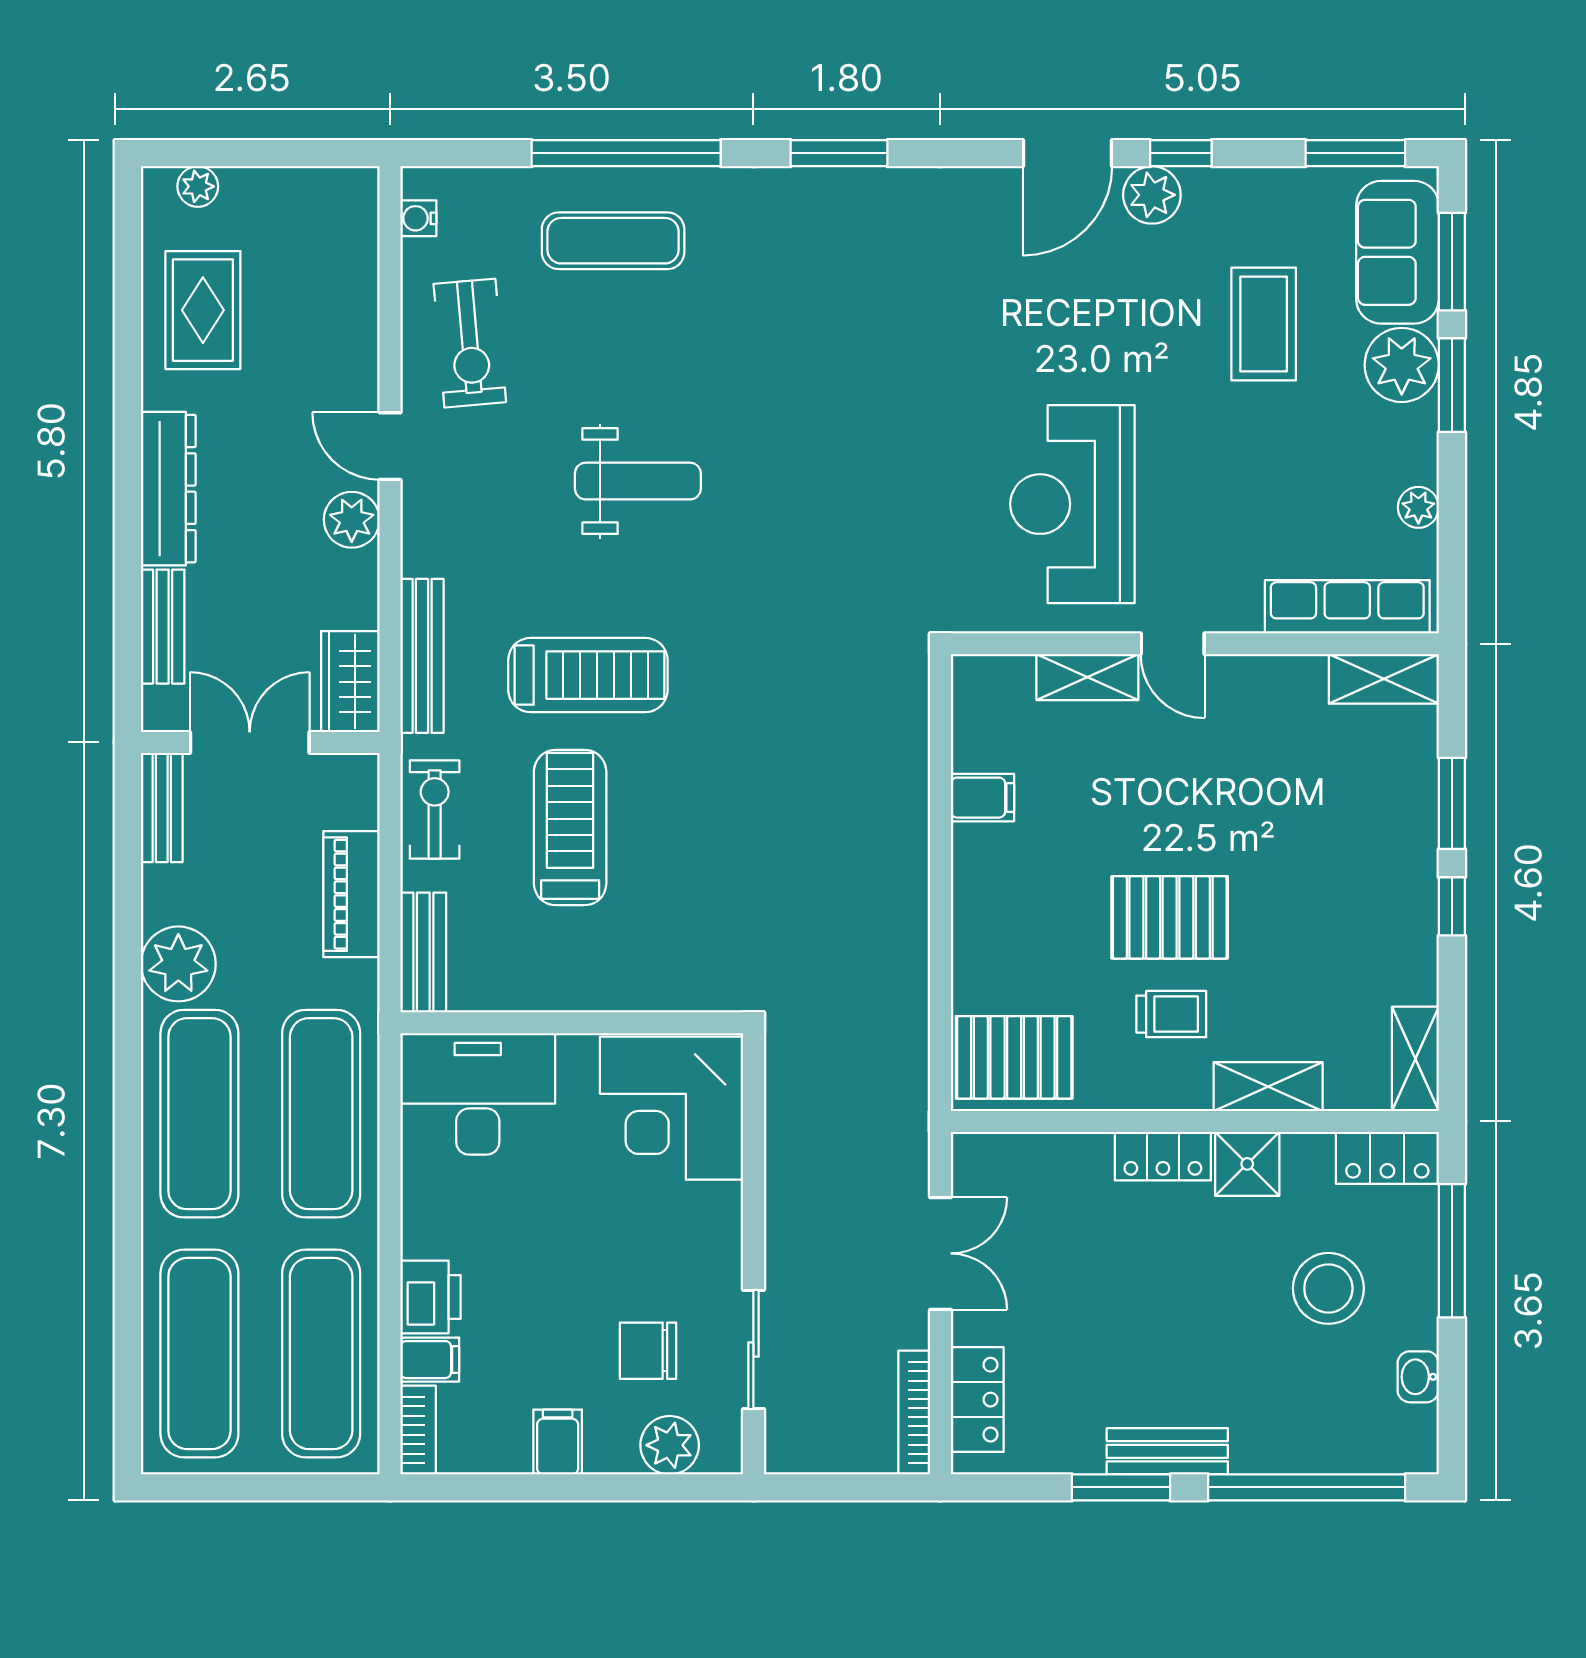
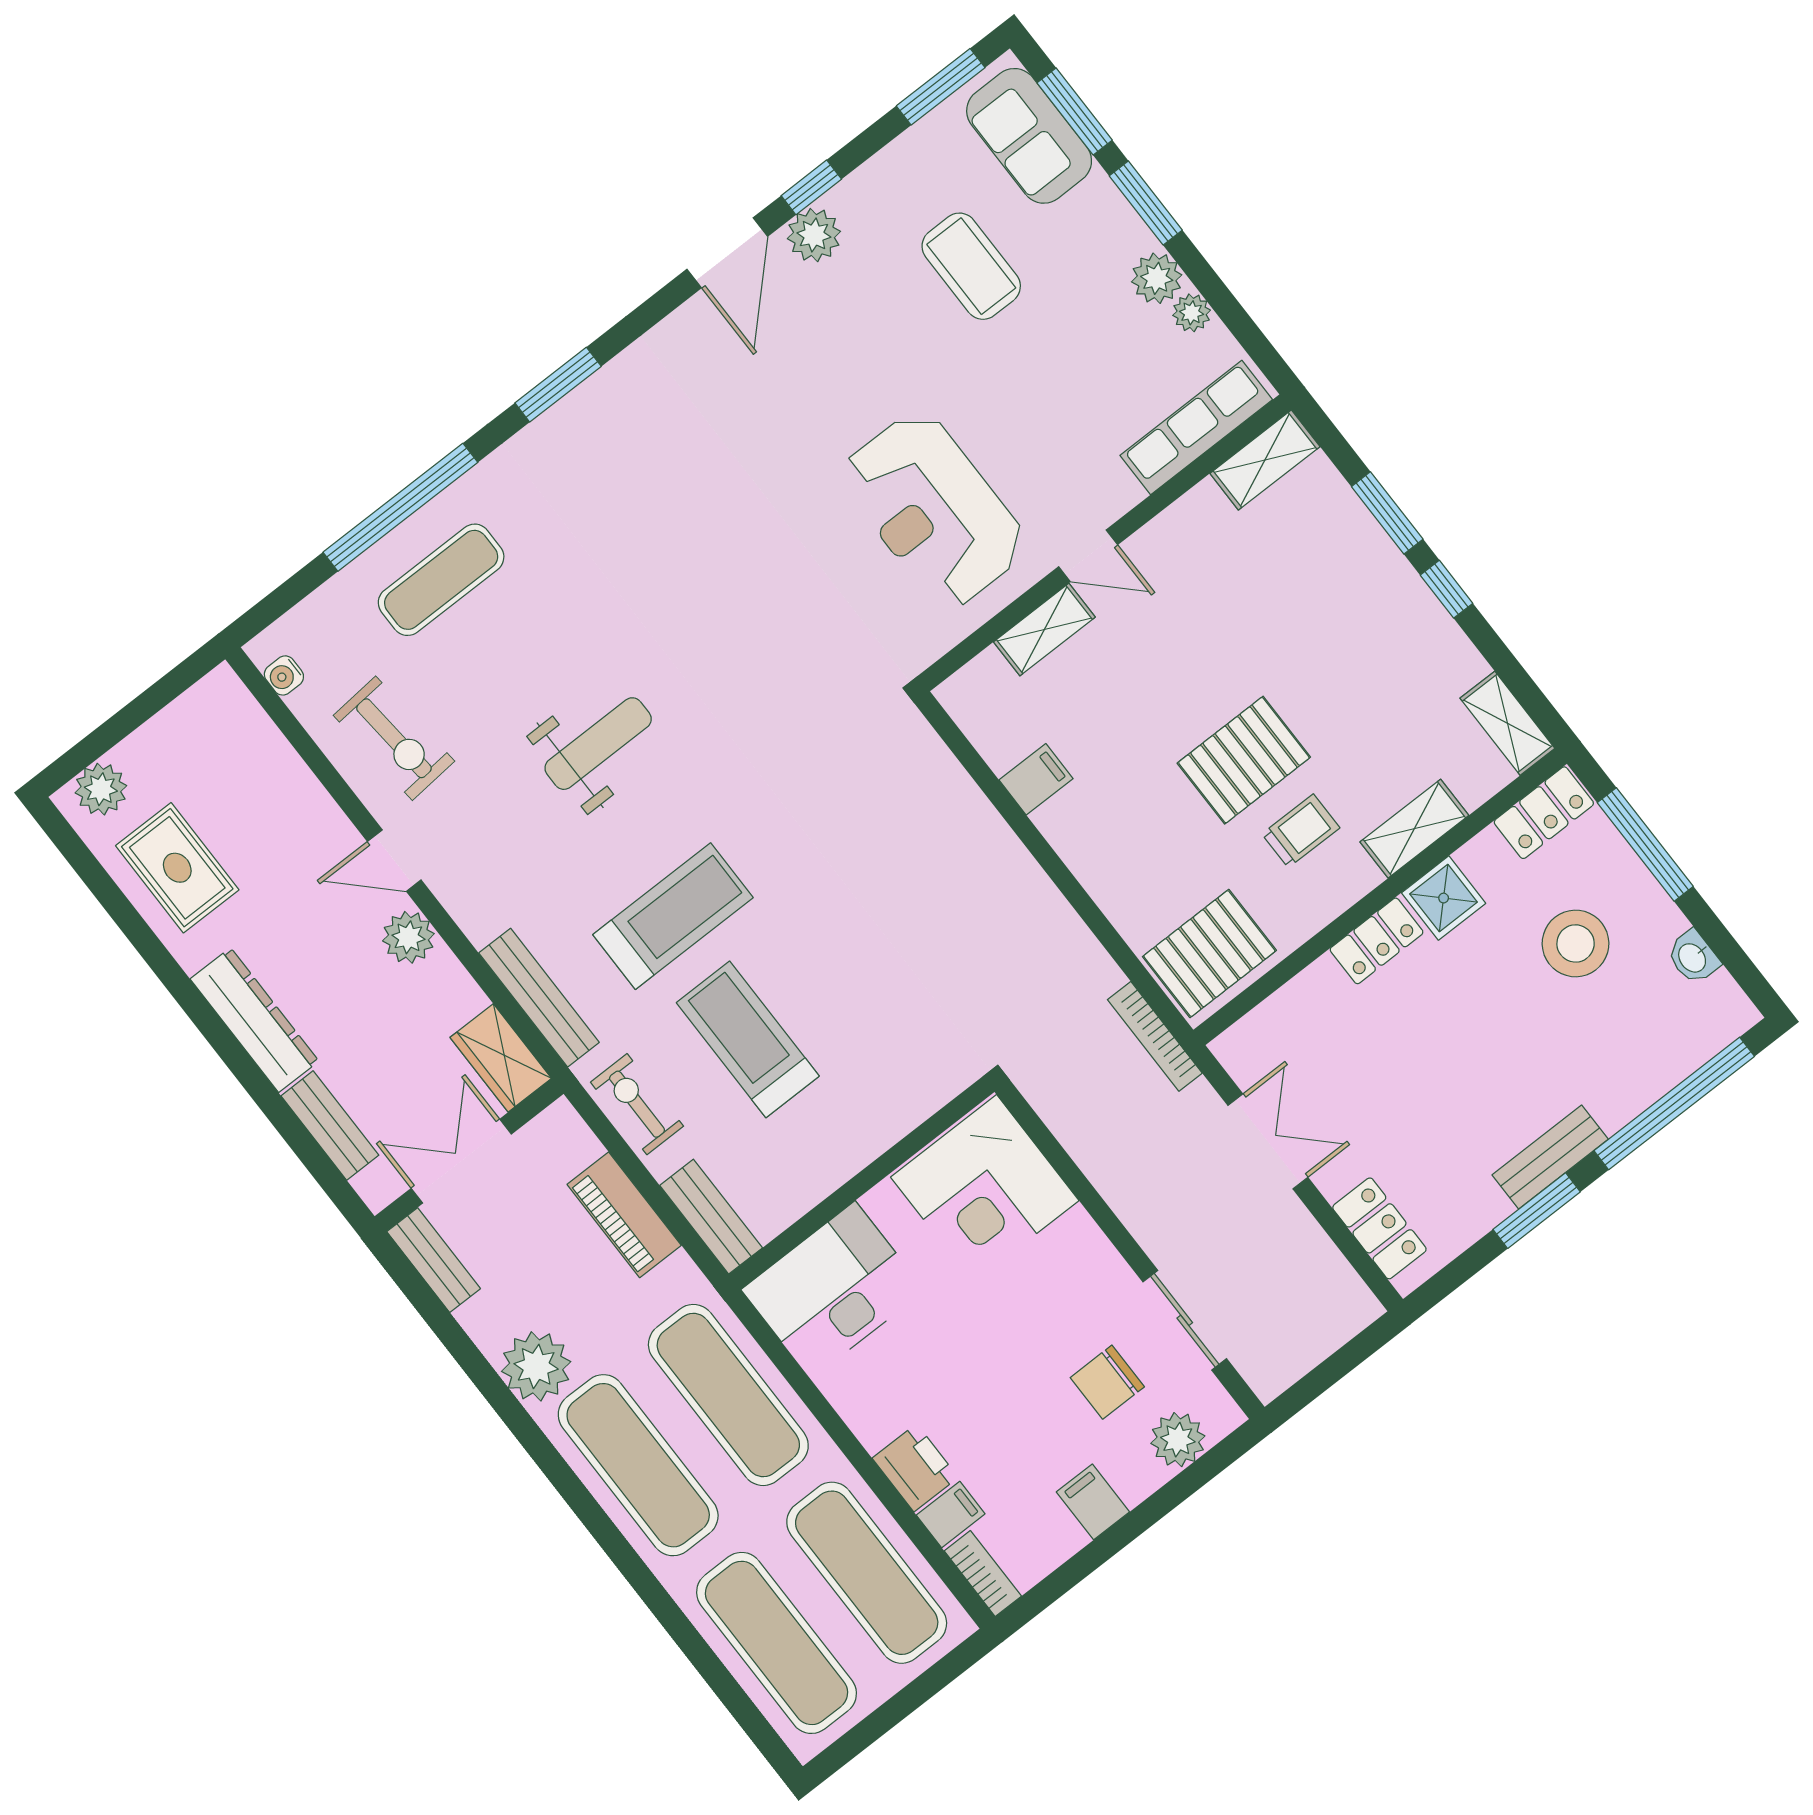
plant: (198, 186) -> (101, 789), width x1.38, depth x1.38
plant: (1402, 365) -> (1157, 278), moved, width x0.73, depth x0.73
bookcase: (914, 1413) -> (1155, 1036), moved

